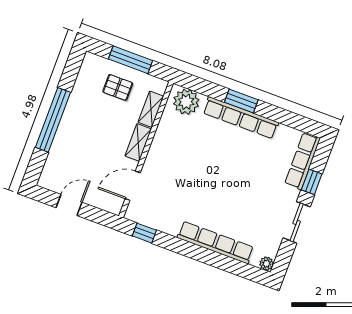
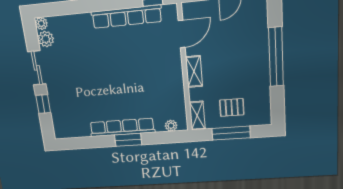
plant: (186, 102) -> (171, 126), width x0.53, depth x0.53
shelving: (151, 109) -> (197, 116), moved
row of seats: (302, 161) -> (59, 116), removed
row of seats: (215, 242) -> (127, 17), moved
plant: (271, 246) -> (46, 39), added

